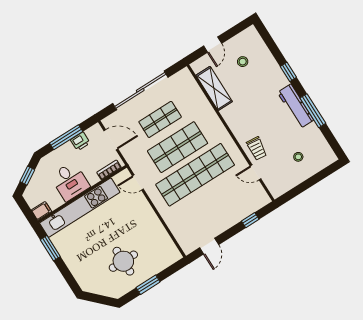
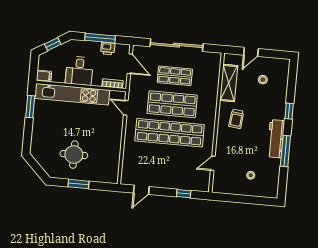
trolley: (257, 148) -> (236, 119), moved
door: (256, 172) -> (213, 163), hinge flipped

